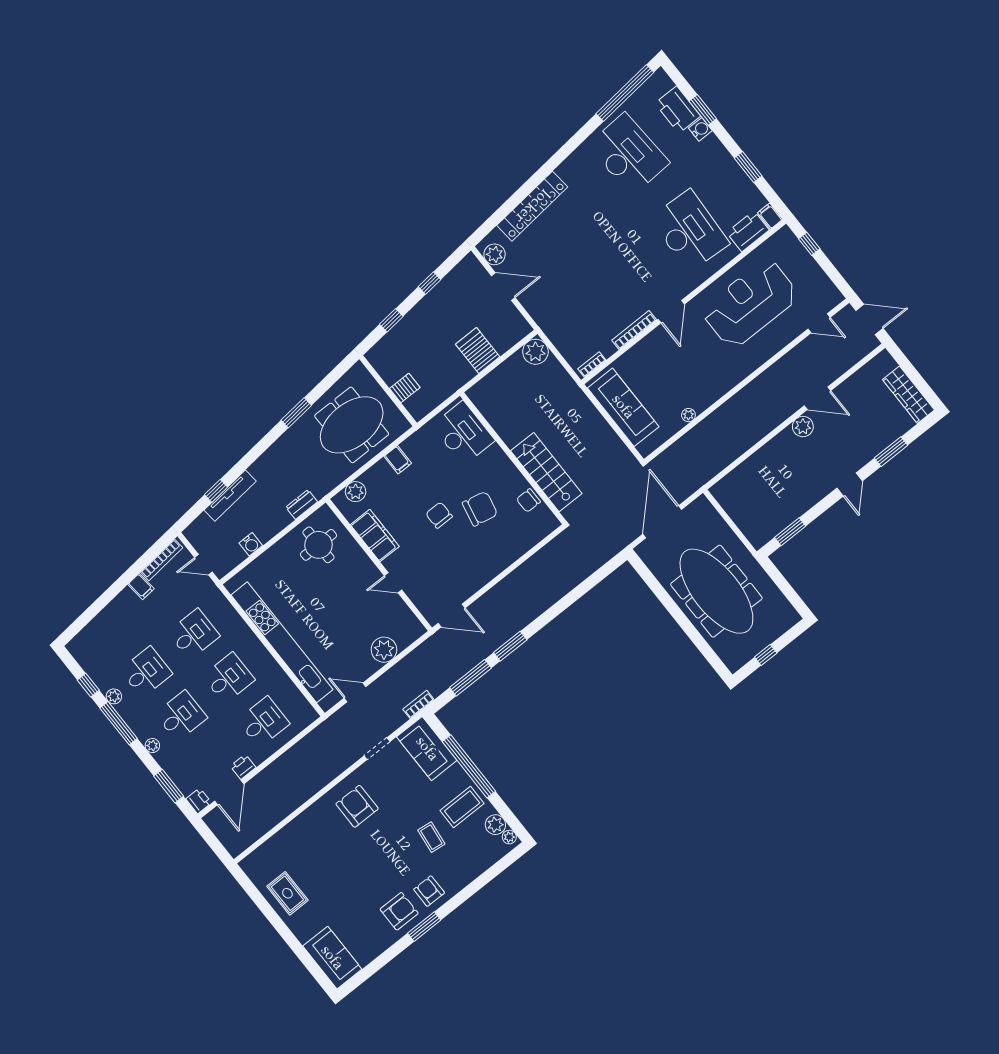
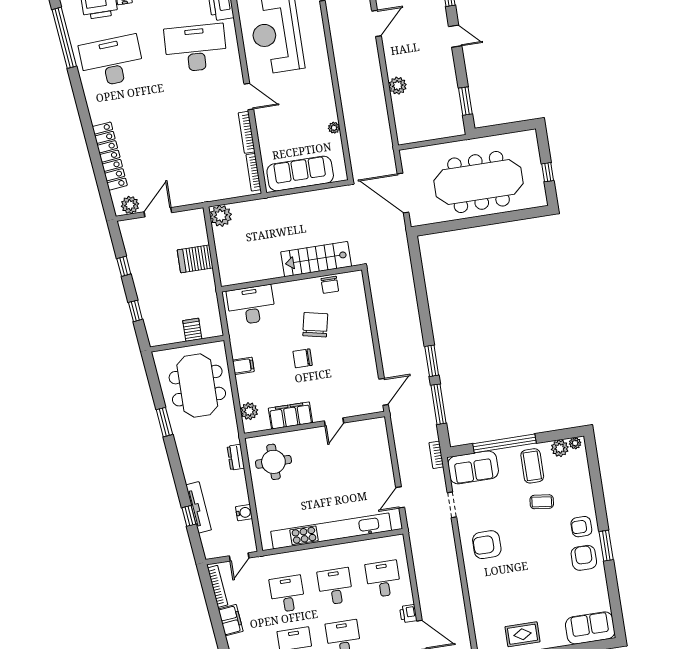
bookcase: (592, 364) -> (253, 172), width x1.56
plant: (803, 427) -> (398, 86), moved
filing cabinet: (141, 586) -> (231, 620), width x2.00
plant: (384, 650) -> (380, 457), removed

